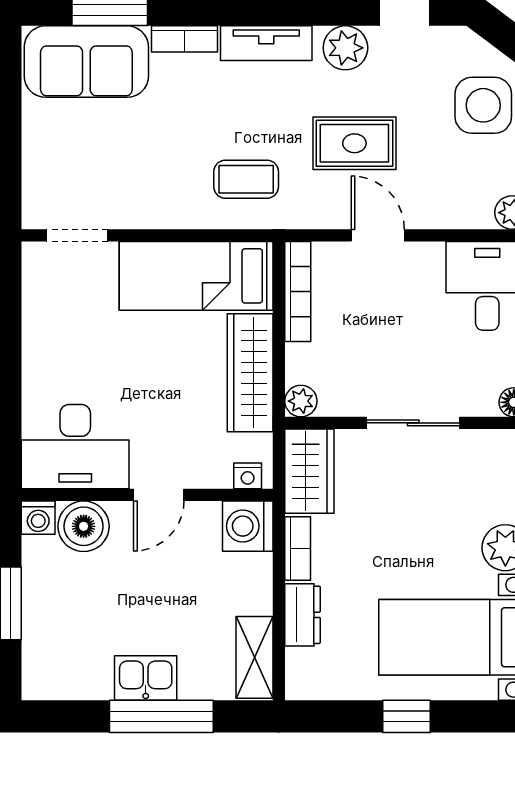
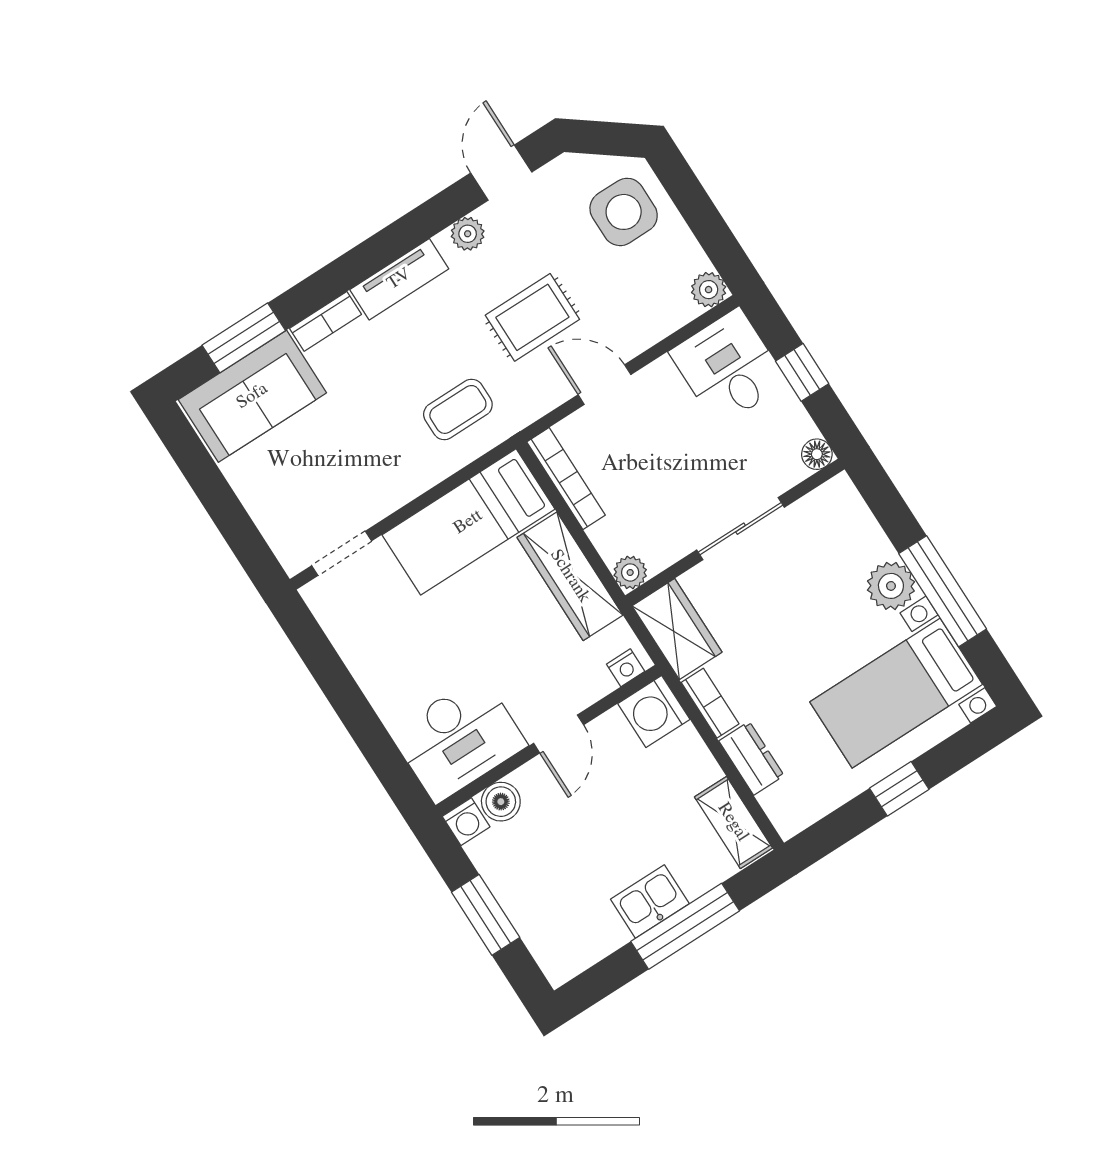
plant: (345, 48) -> (468, 234), width x0.73, depth x0.73
boiler: (84, 526) -> (501, 802), width x0.73, depth x0.73

